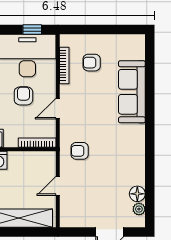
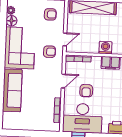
armchair: (92, 63) -> (50, 14), moved
corner sofa: (124, 154) -> (20, 48), added
door: (58, 186) -> (65, 39), moved

